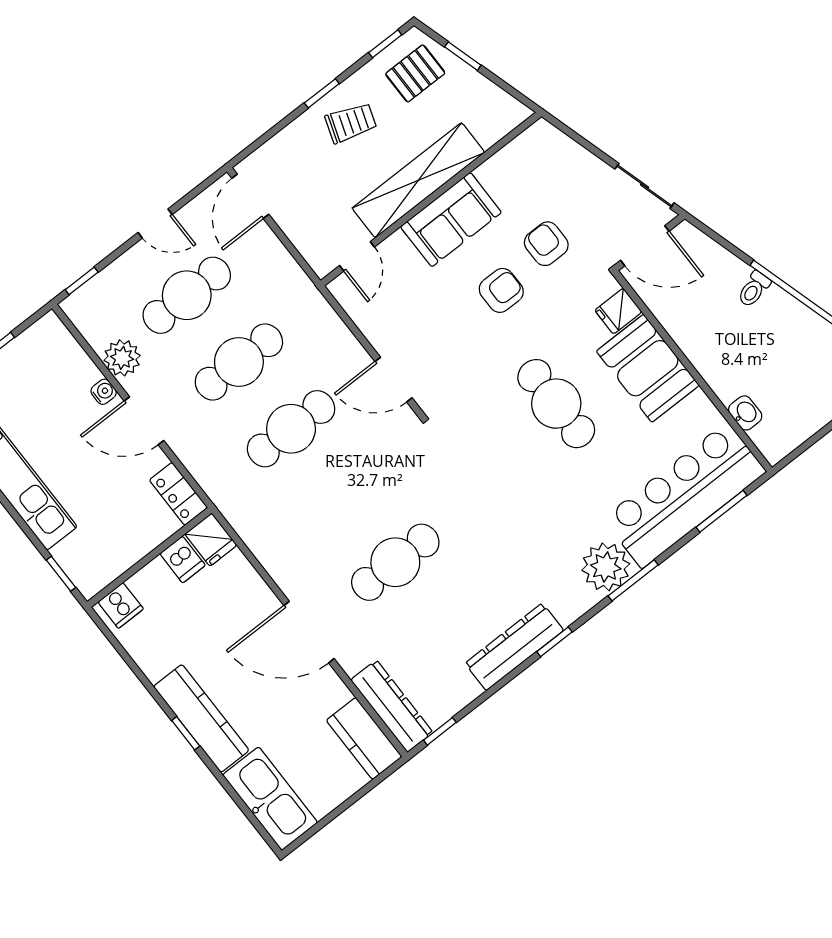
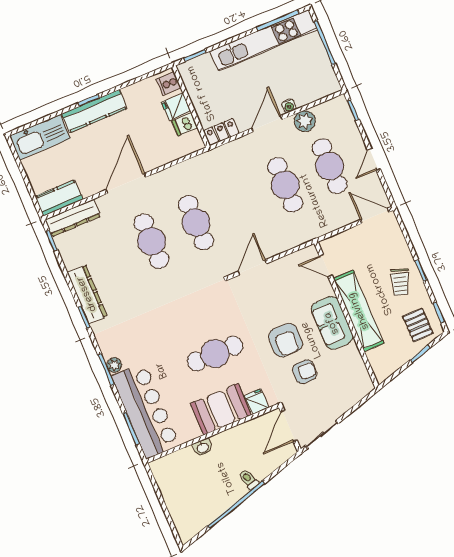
armchair: (501, 290) -> (286, 340), width x1.38, depth x1.38
washbasin: (745, 413) -> (203, 447), moved
cafe table: (291, 429) -> (196, 223), moved
fridge: (211, 540) -> (176, 107), moved
plant: (606, 567) -> (114, 365), width x0.53, depth x0.53

